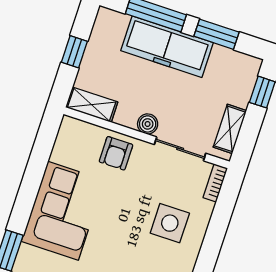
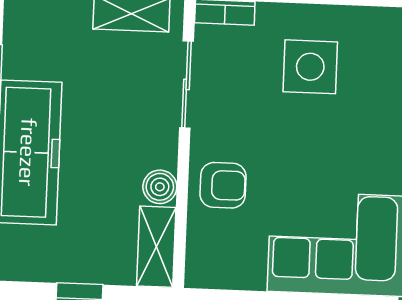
boiler: (148, 124) -> (160, 187), moved

